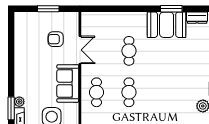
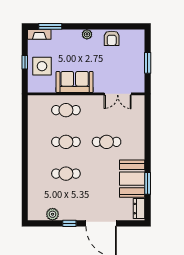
armchair: (56, 39) -> (112, 38), moved, turned 180
double door: (80, 50) -> (118, 94), moved
cafe table: (161, 92) -> (66, 174), added
plant: (19, 102) -> (87, 34), moved

